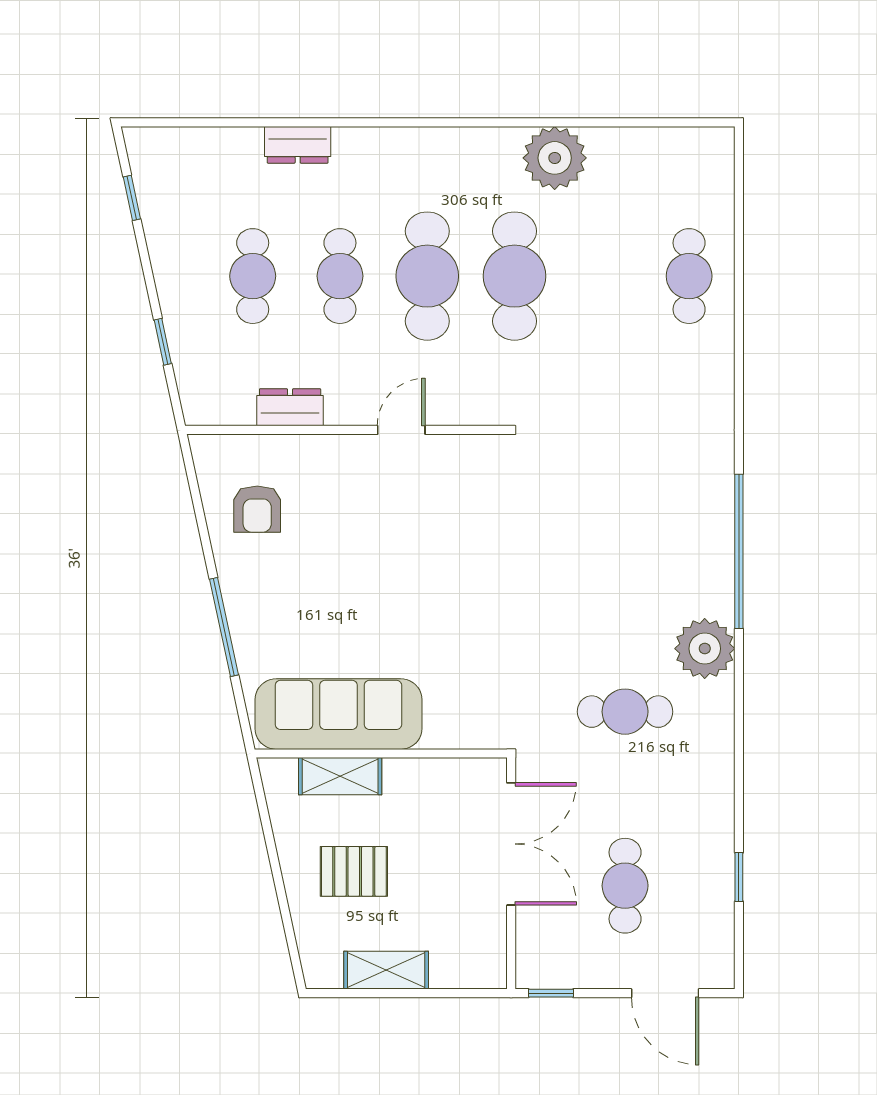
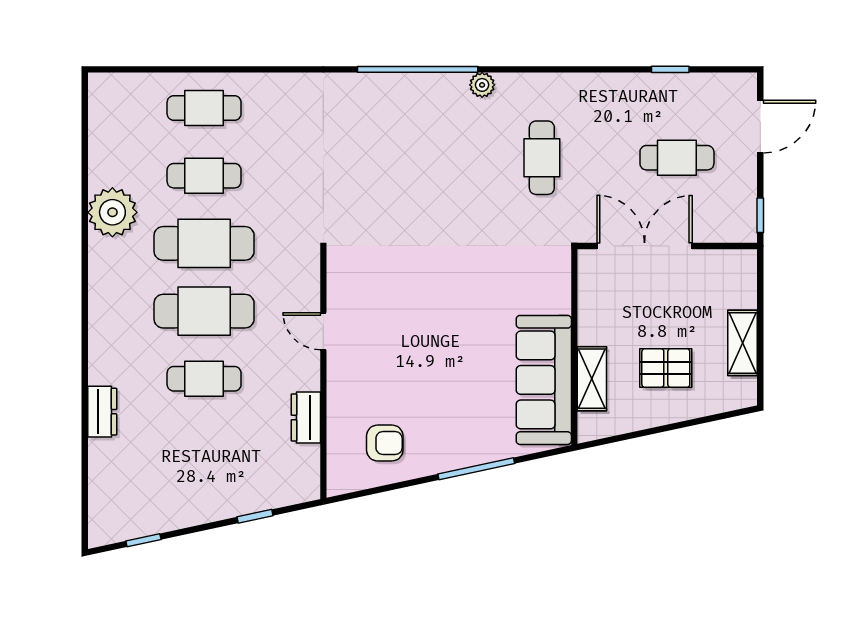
cafe table: (253, 276) -> (204, 176), moved
plant: (705, 649) -> (482, 85), width x0.53, depth x0.53
pallet: (354, 871) -> (666, 368), turned 90

